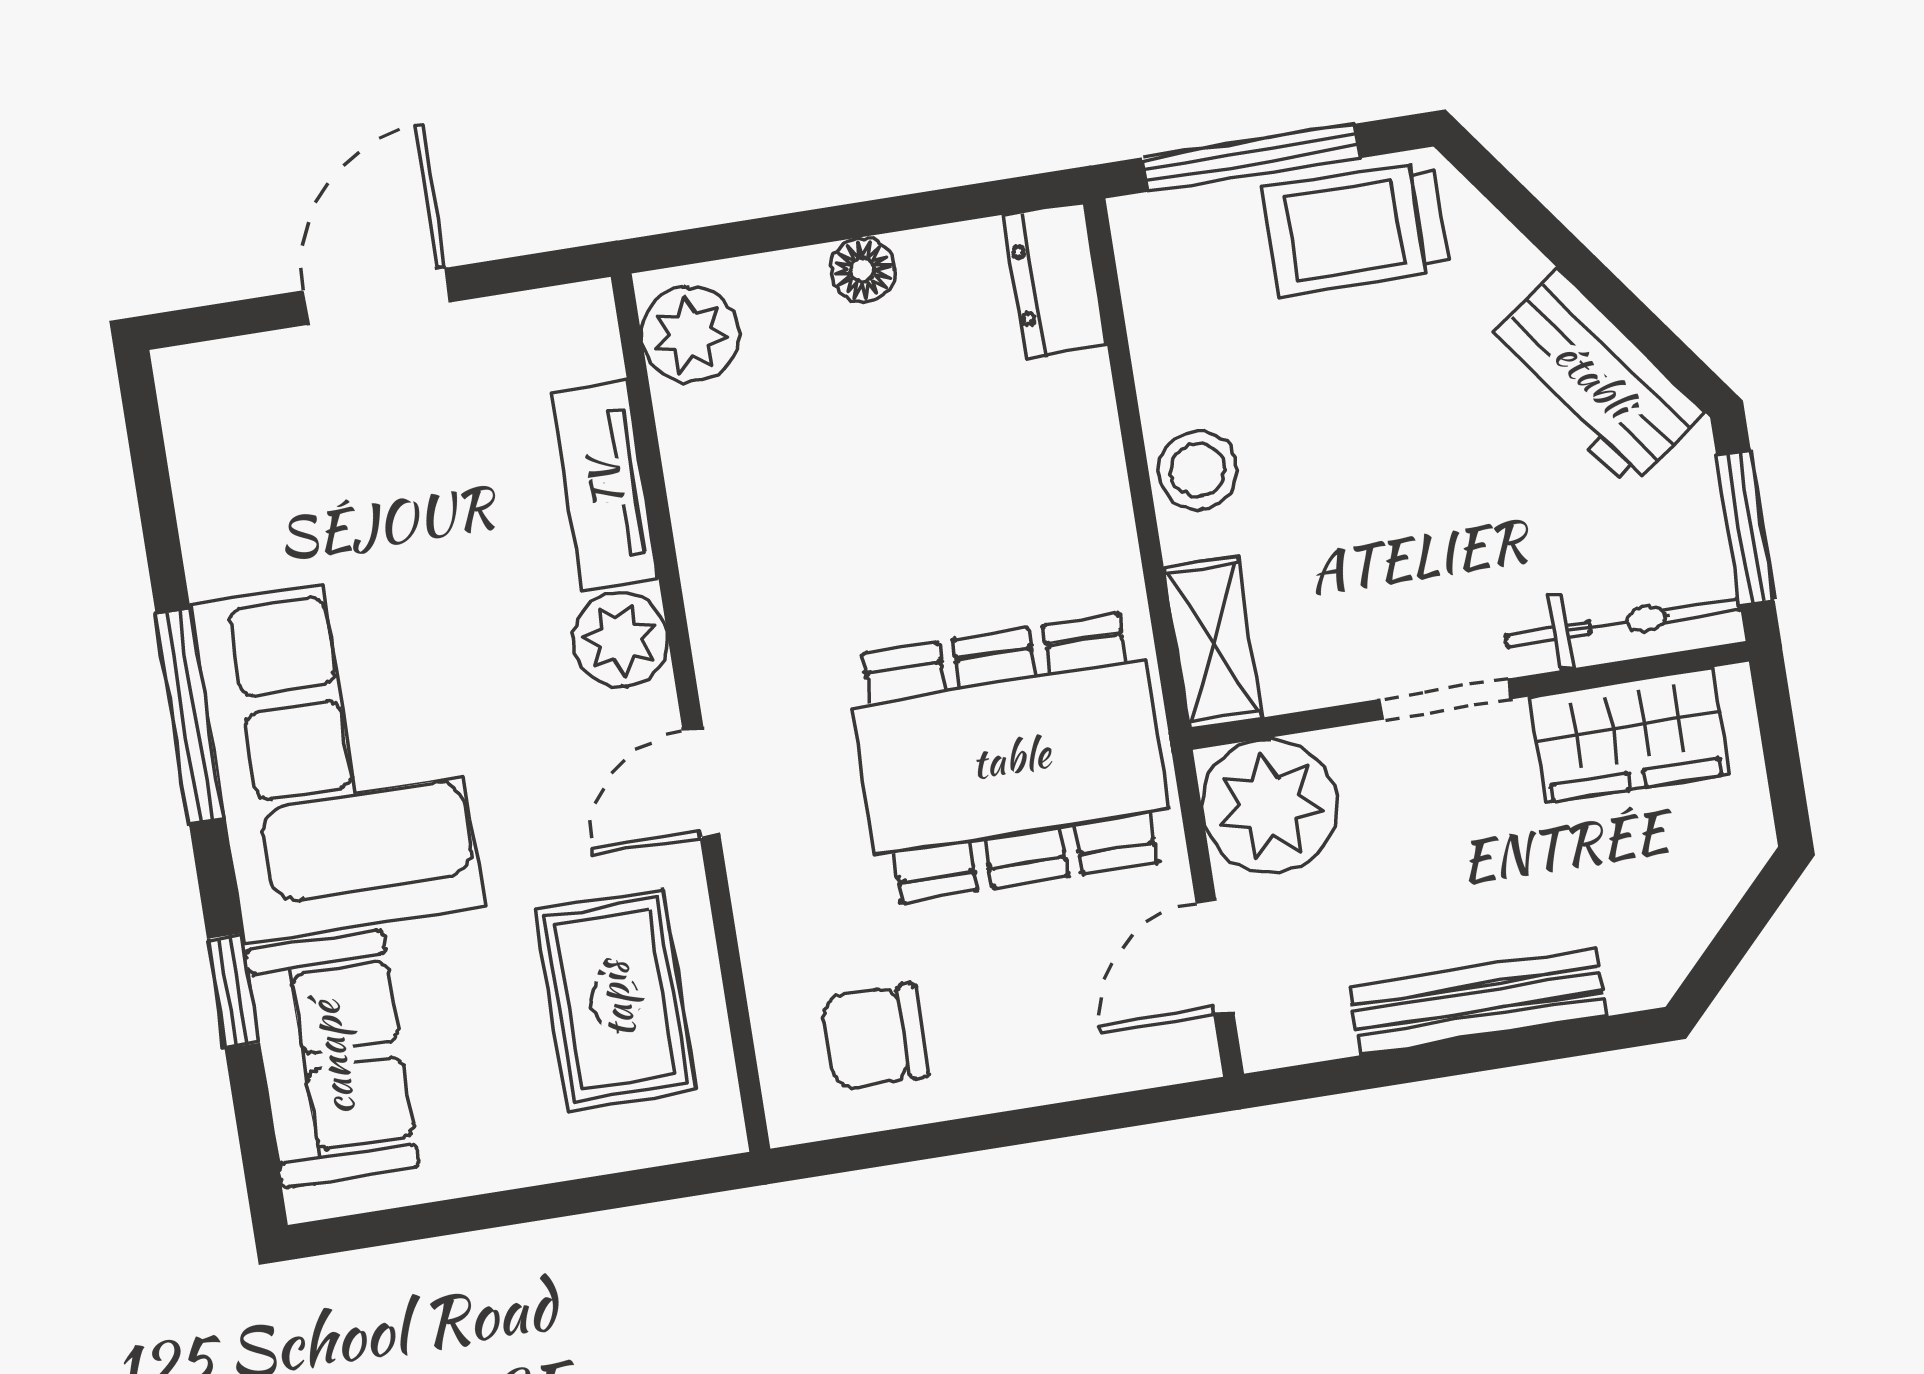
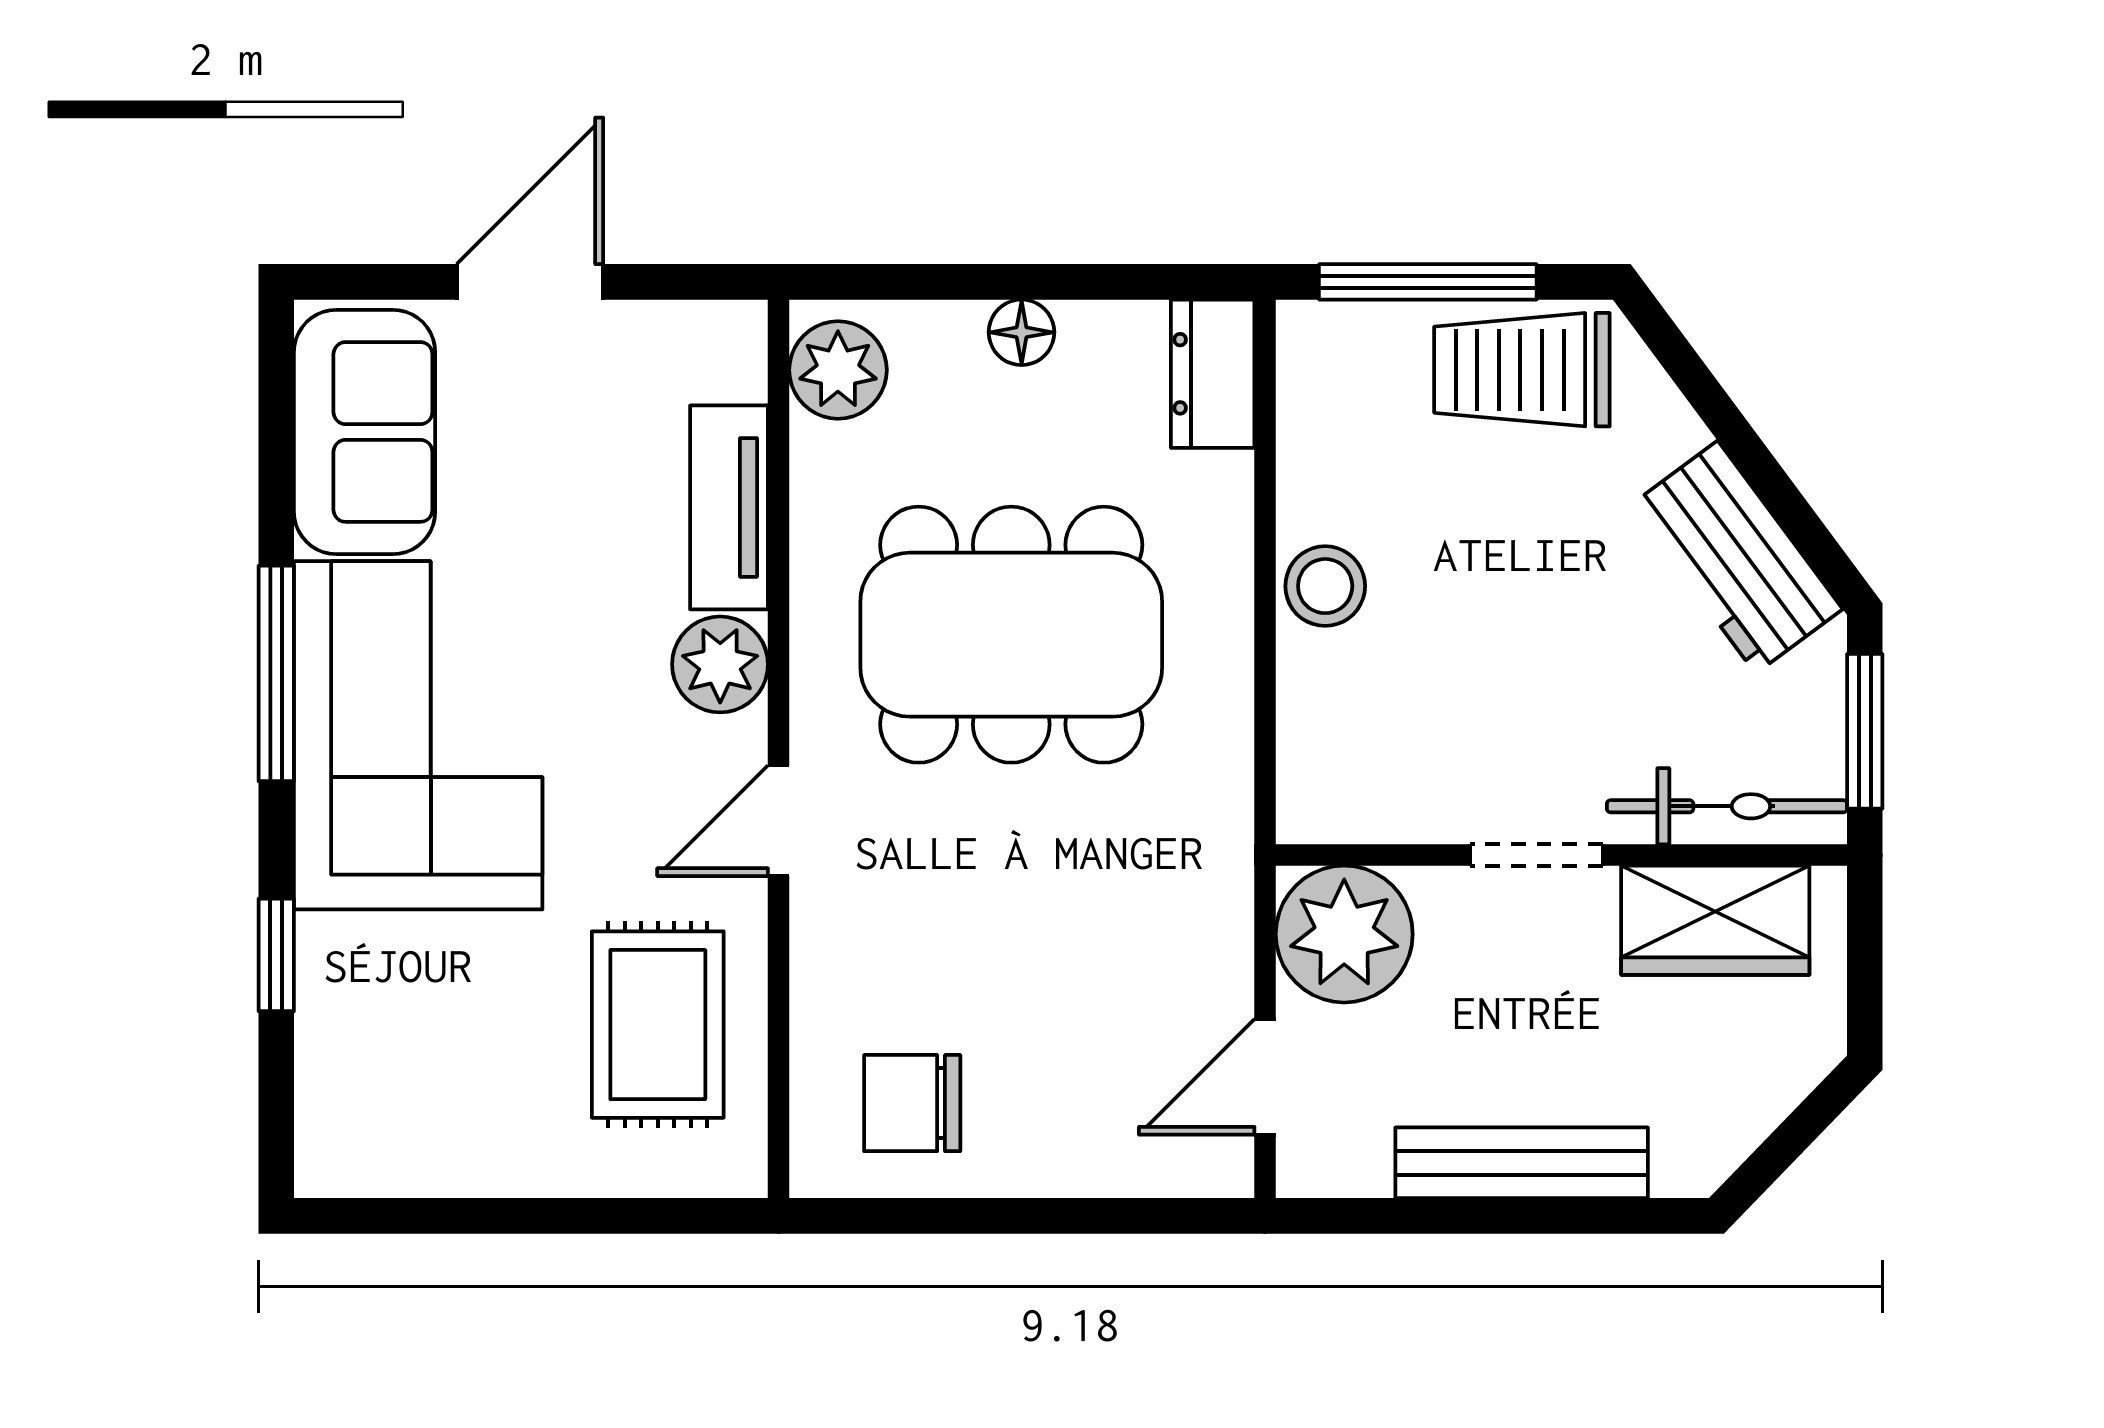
shelving: (1213, 642) -> (1313, 761), removed
dining table: (1010, 758) -> (1011, 635), moved
sofa: (332, 1059) -> (365, 432), moved

